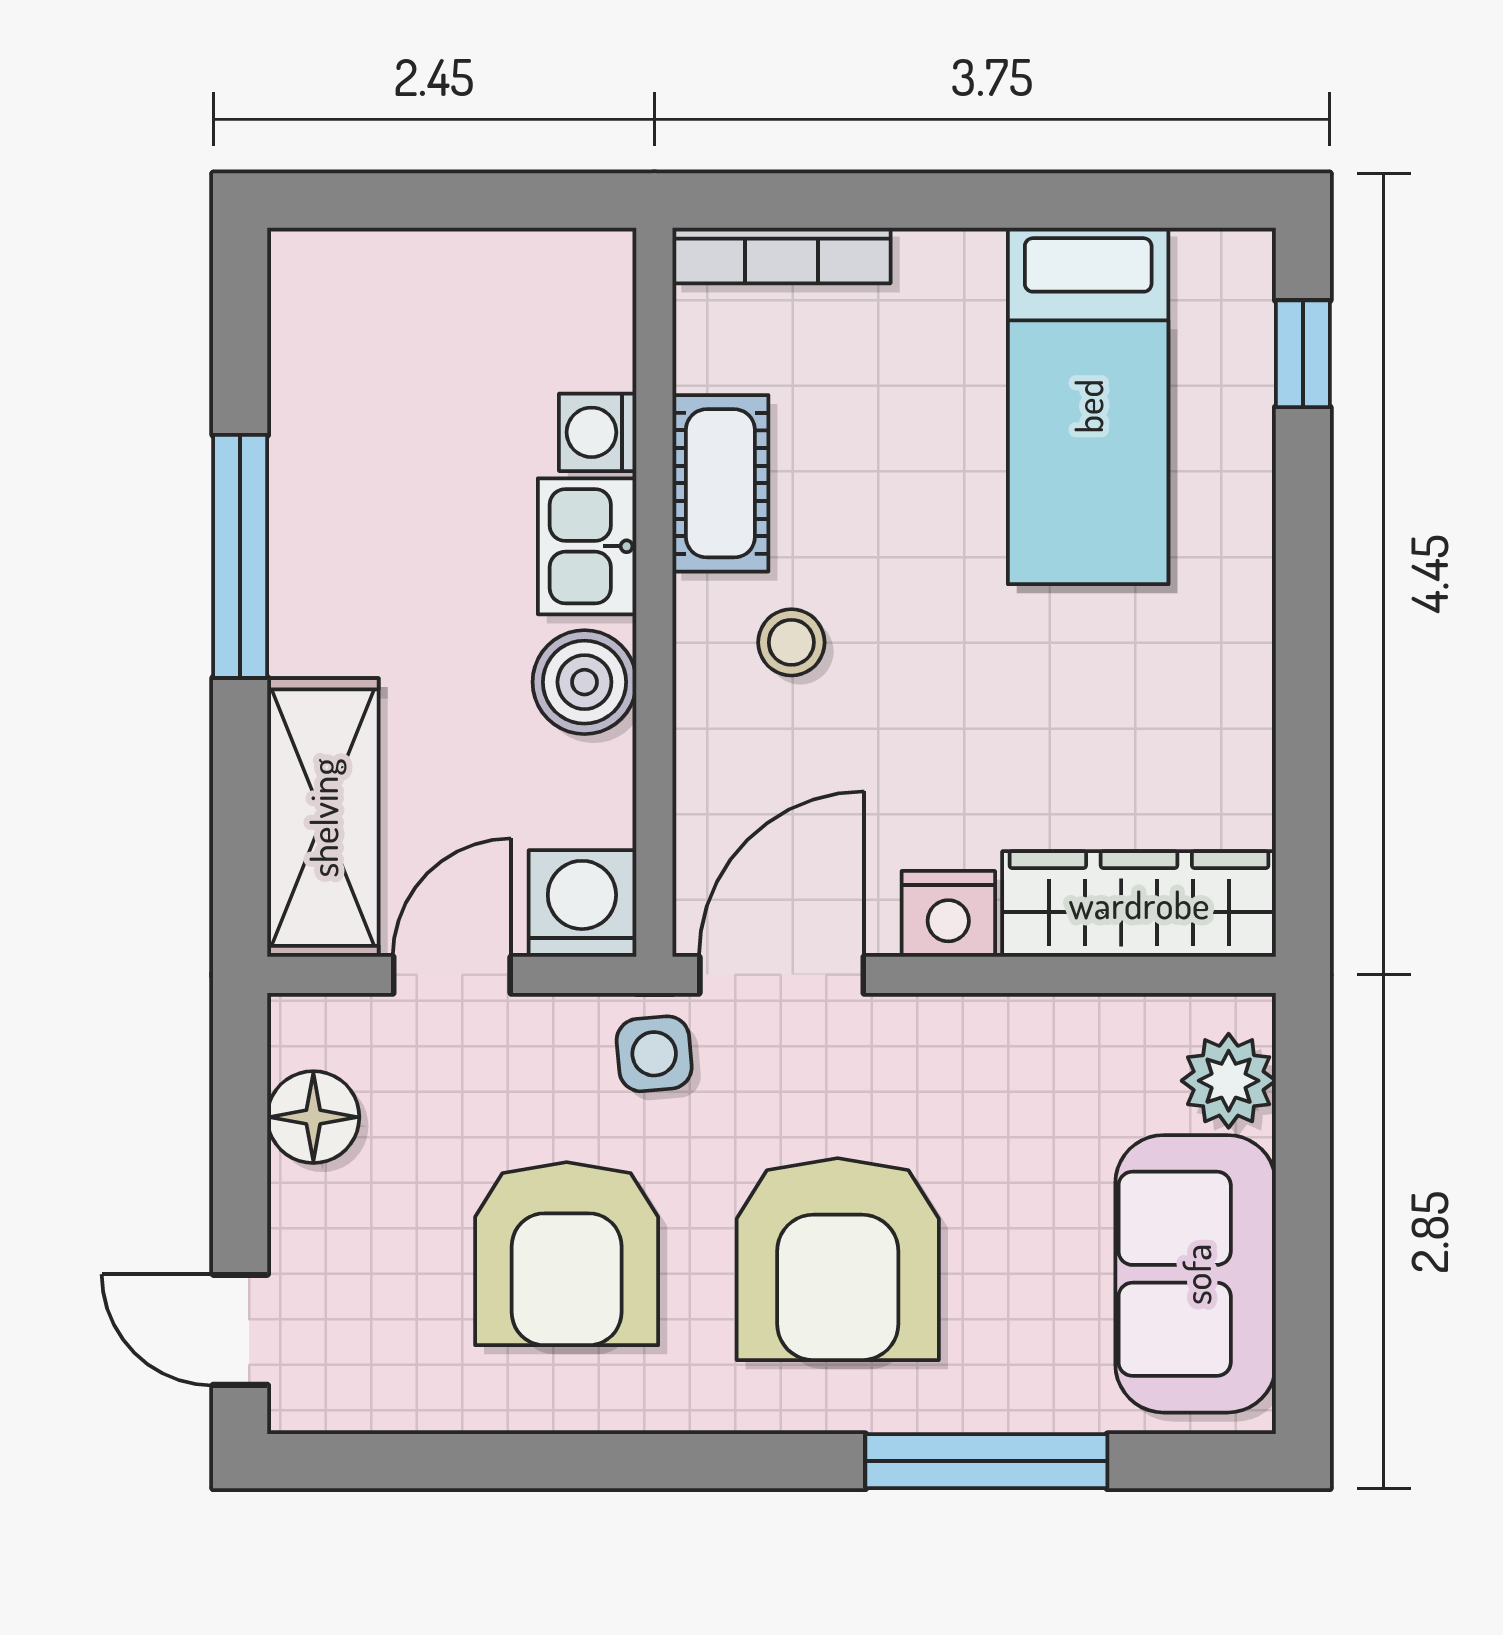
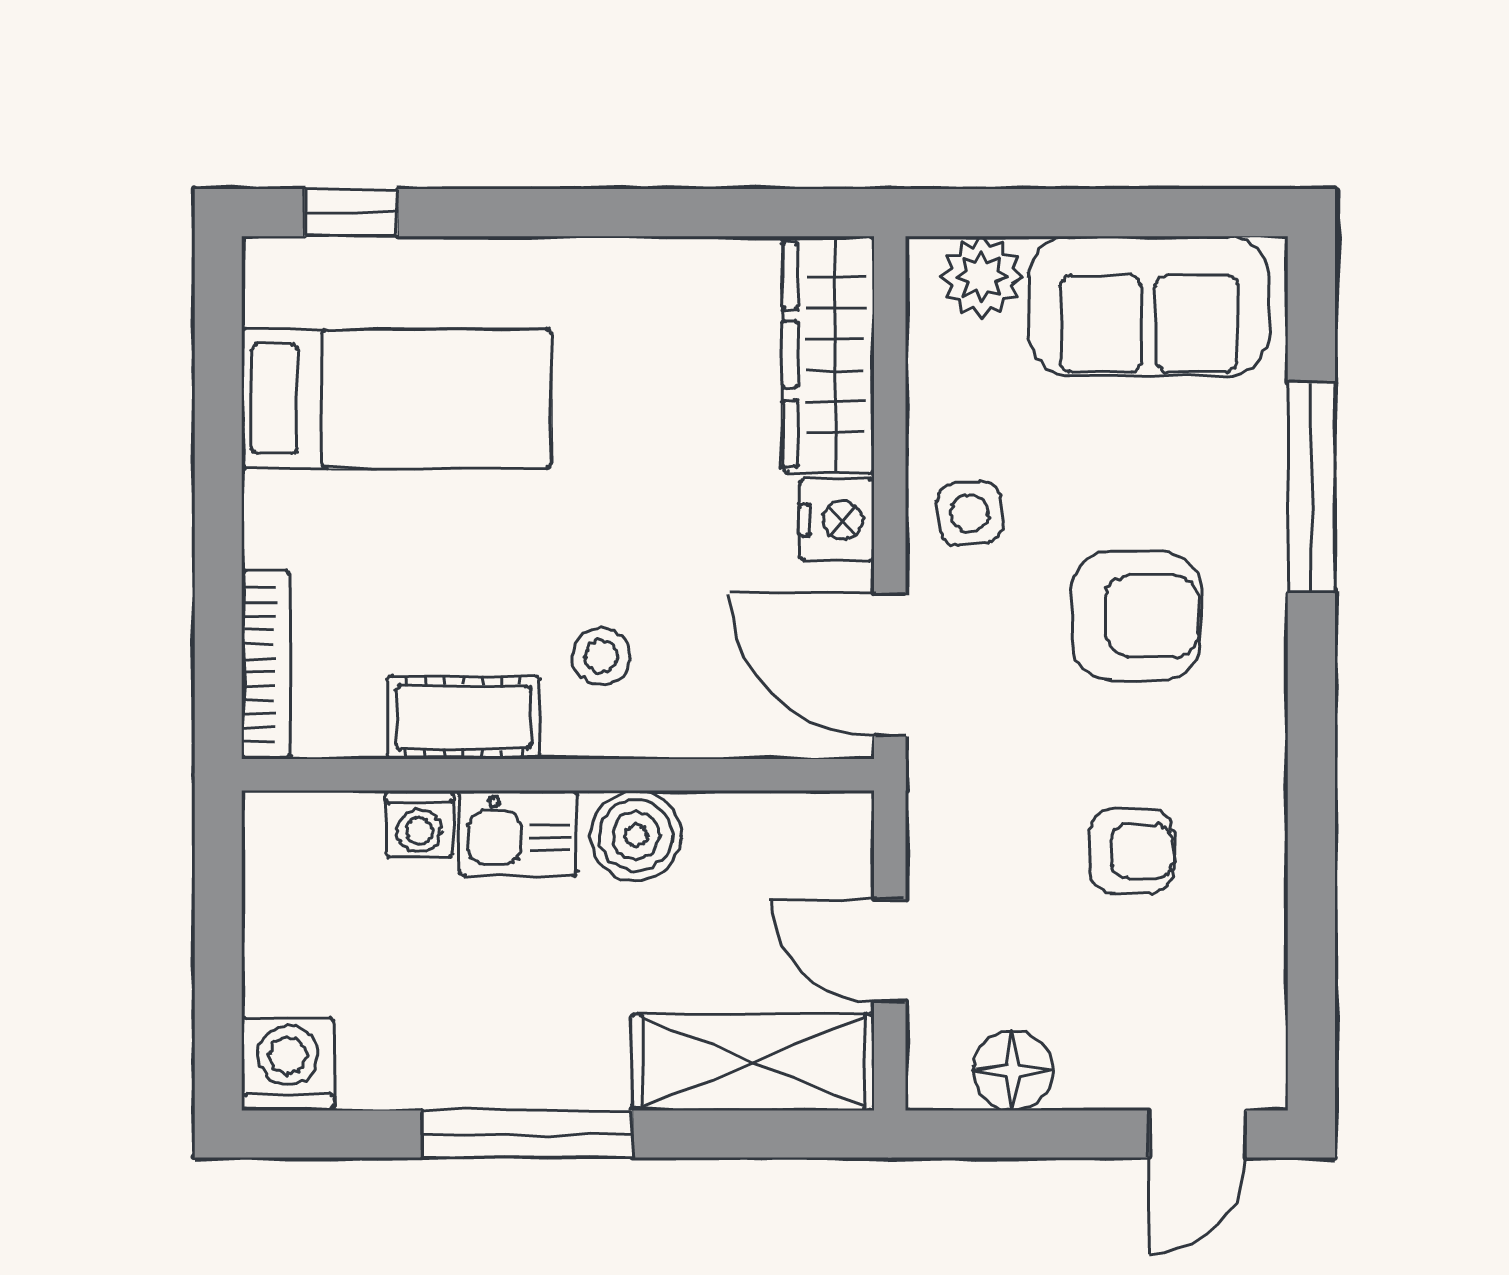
washing machine: (582, 904) -> (288, 1064), moved, turned 90
side table: (654, 1054) -> (970, 513), moved
armchair: (567, 1254) -> (1131, 851), width x0.53, depth x0.53
armchair: (838, 1259) -> (1136, 616), width x0.73, depth x0.73

